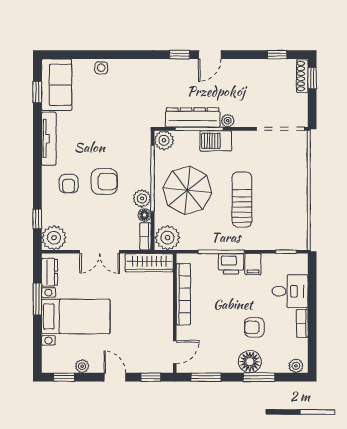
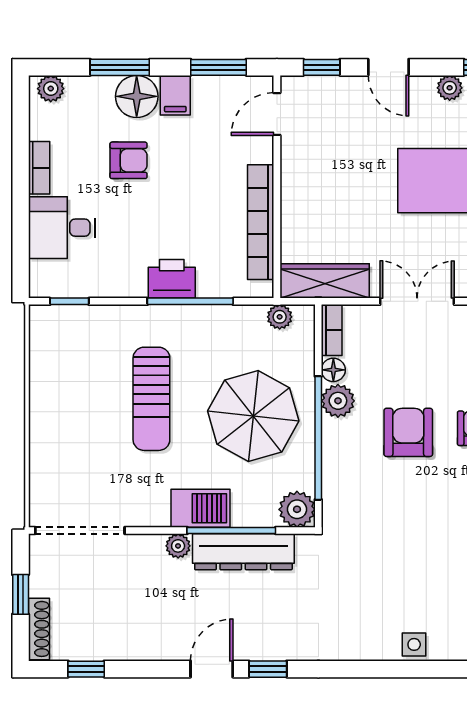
window: (312, 78) -> (21, 594), moved
armchair: (104, 181) -> (408, 432), turned 90
plant: (167, 238) -> (280, 317), width x0.53, depth x0.53
filing cabinet: (253, 264) -> (175, 95), moved, turned 180

